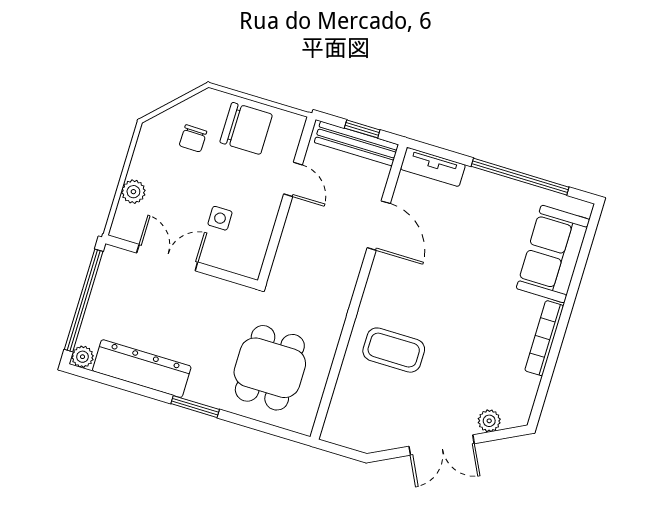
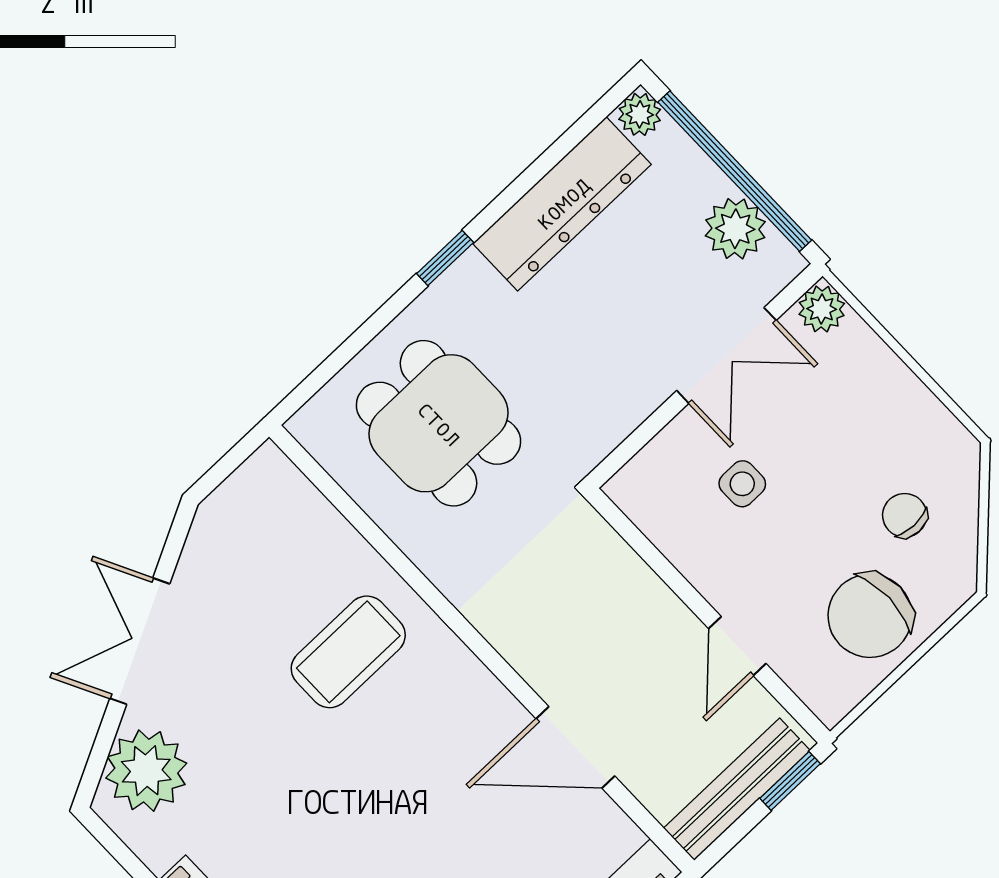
window: (362, 129) -> (790, 781), moved
door: (293, 179) -> (737, 646), hinge flipped
plant: (133, 192) -> (822, 309), moved
plant: (109, 286) -> (735, 229), added
window: (195, 407) -> (445, 258), width x0.67
plant: (489, 421) -> (146, 771), width x1.87, depth x1.87

